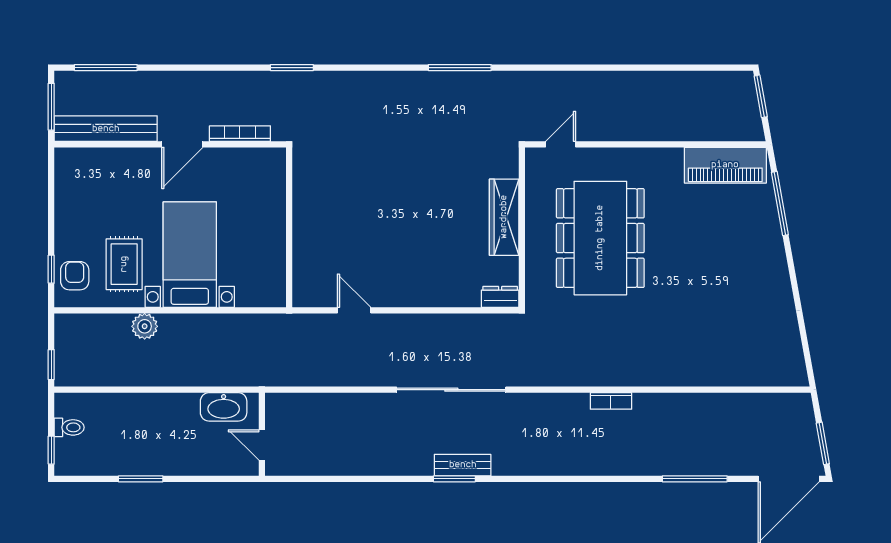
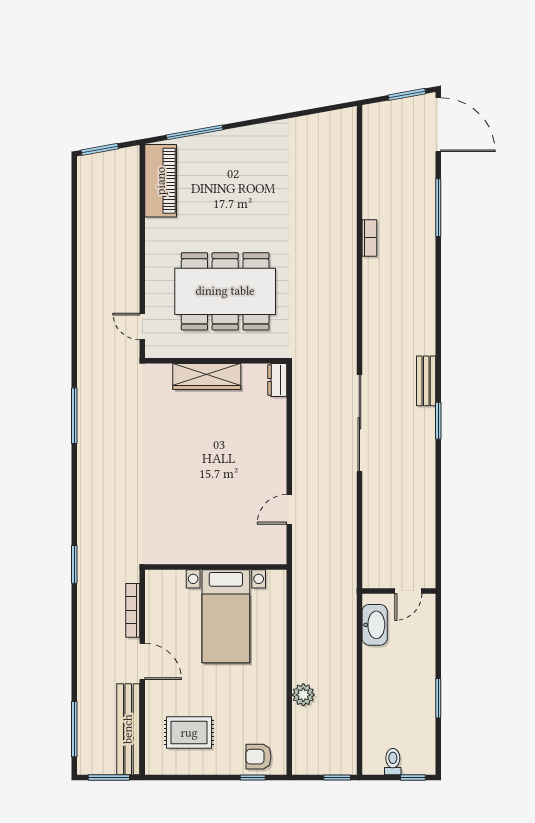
bed with nightstands: (190, 255) -> (226, 616), moved, turned -90
rug: (124, 264) -> (189, 733), moved
bookcase: (611, 401) -> (369, 238), moved
bench: (463, 465) -> (426, 381), moved

